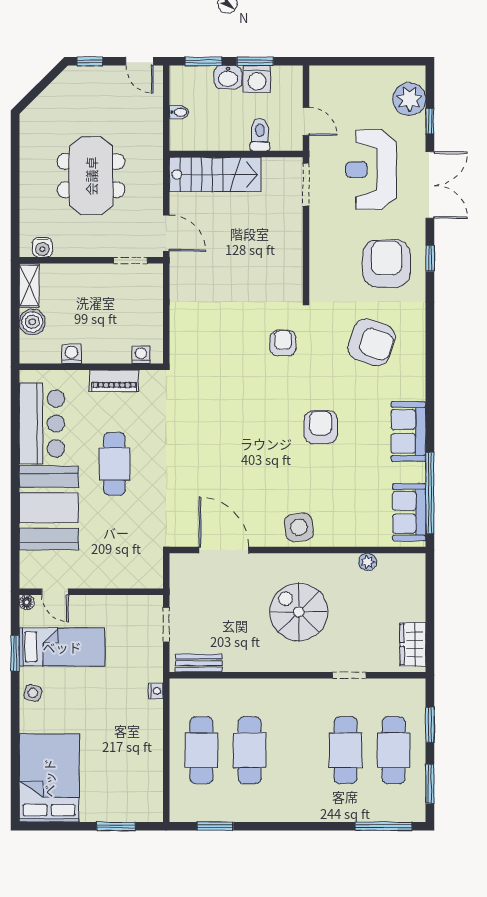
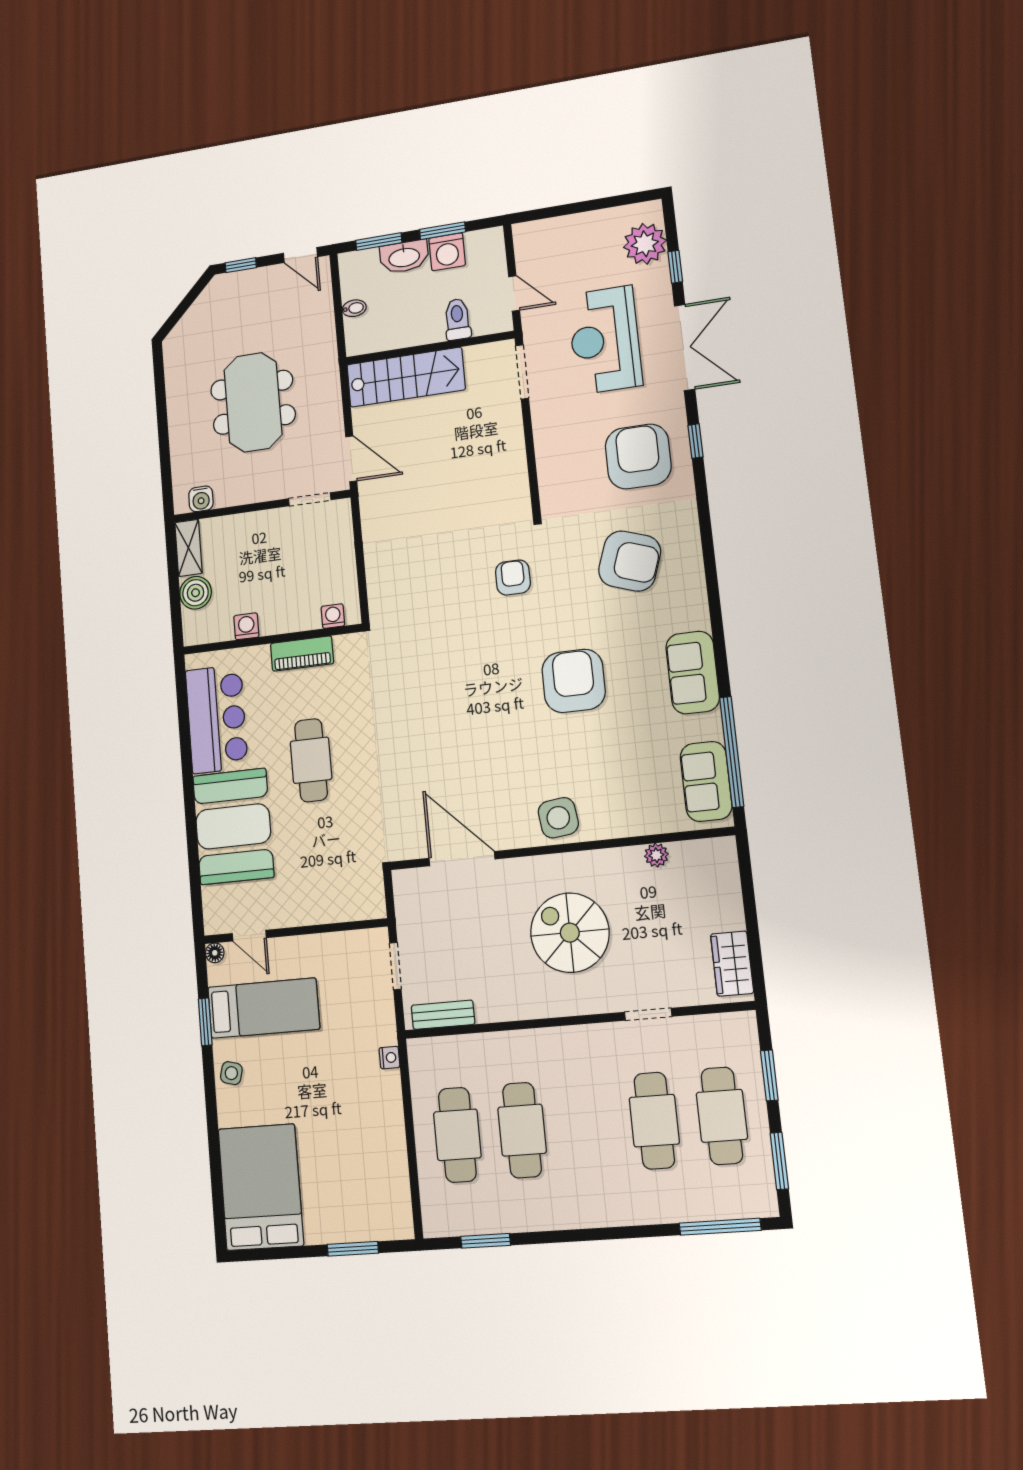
washbasin: (228, 77) -> (404, 257), width x1.38
armchair: (321, 427) -> (574, 681), width x1.36, depth x1.36

